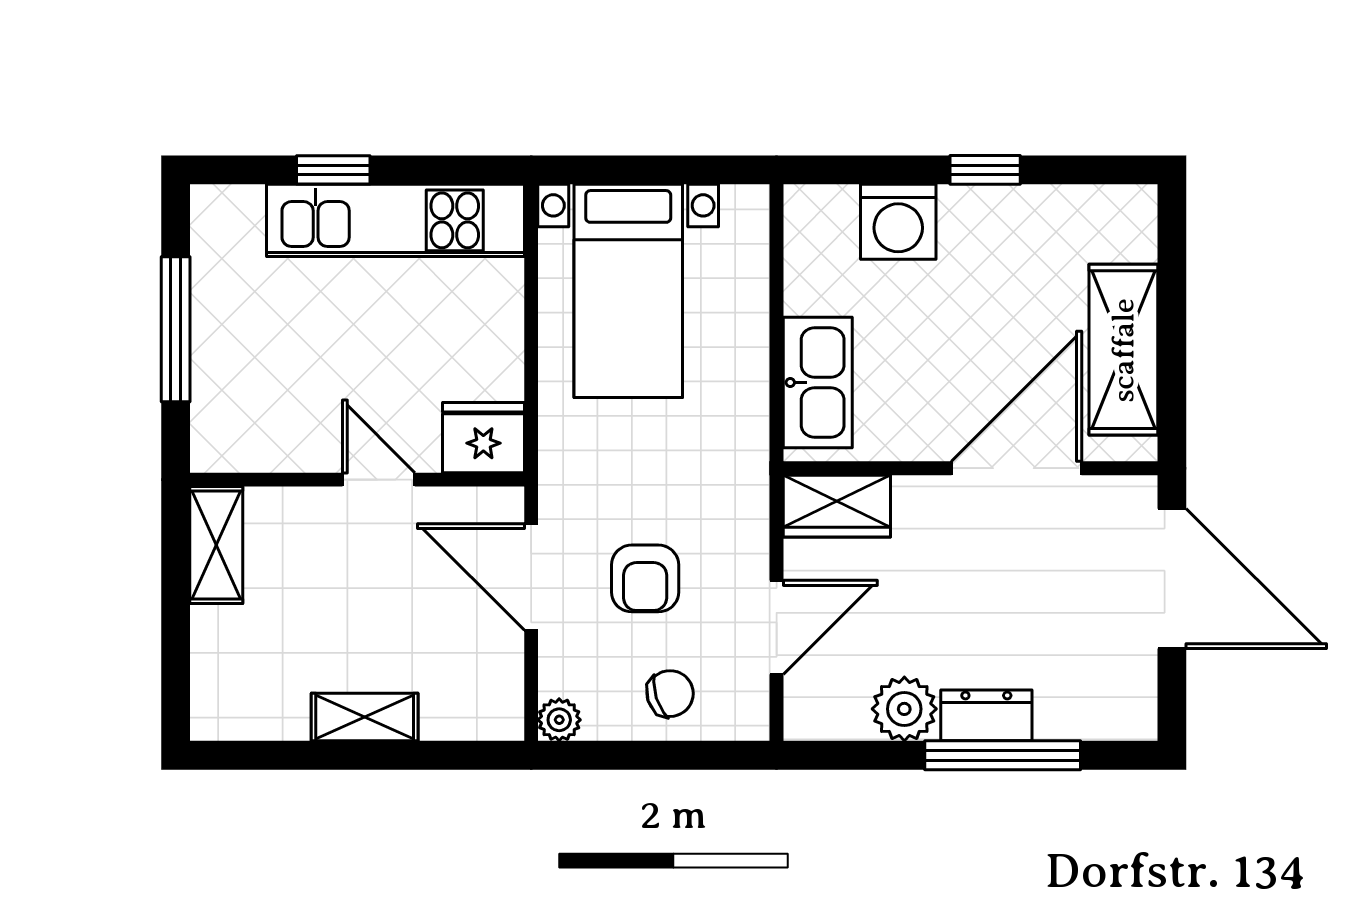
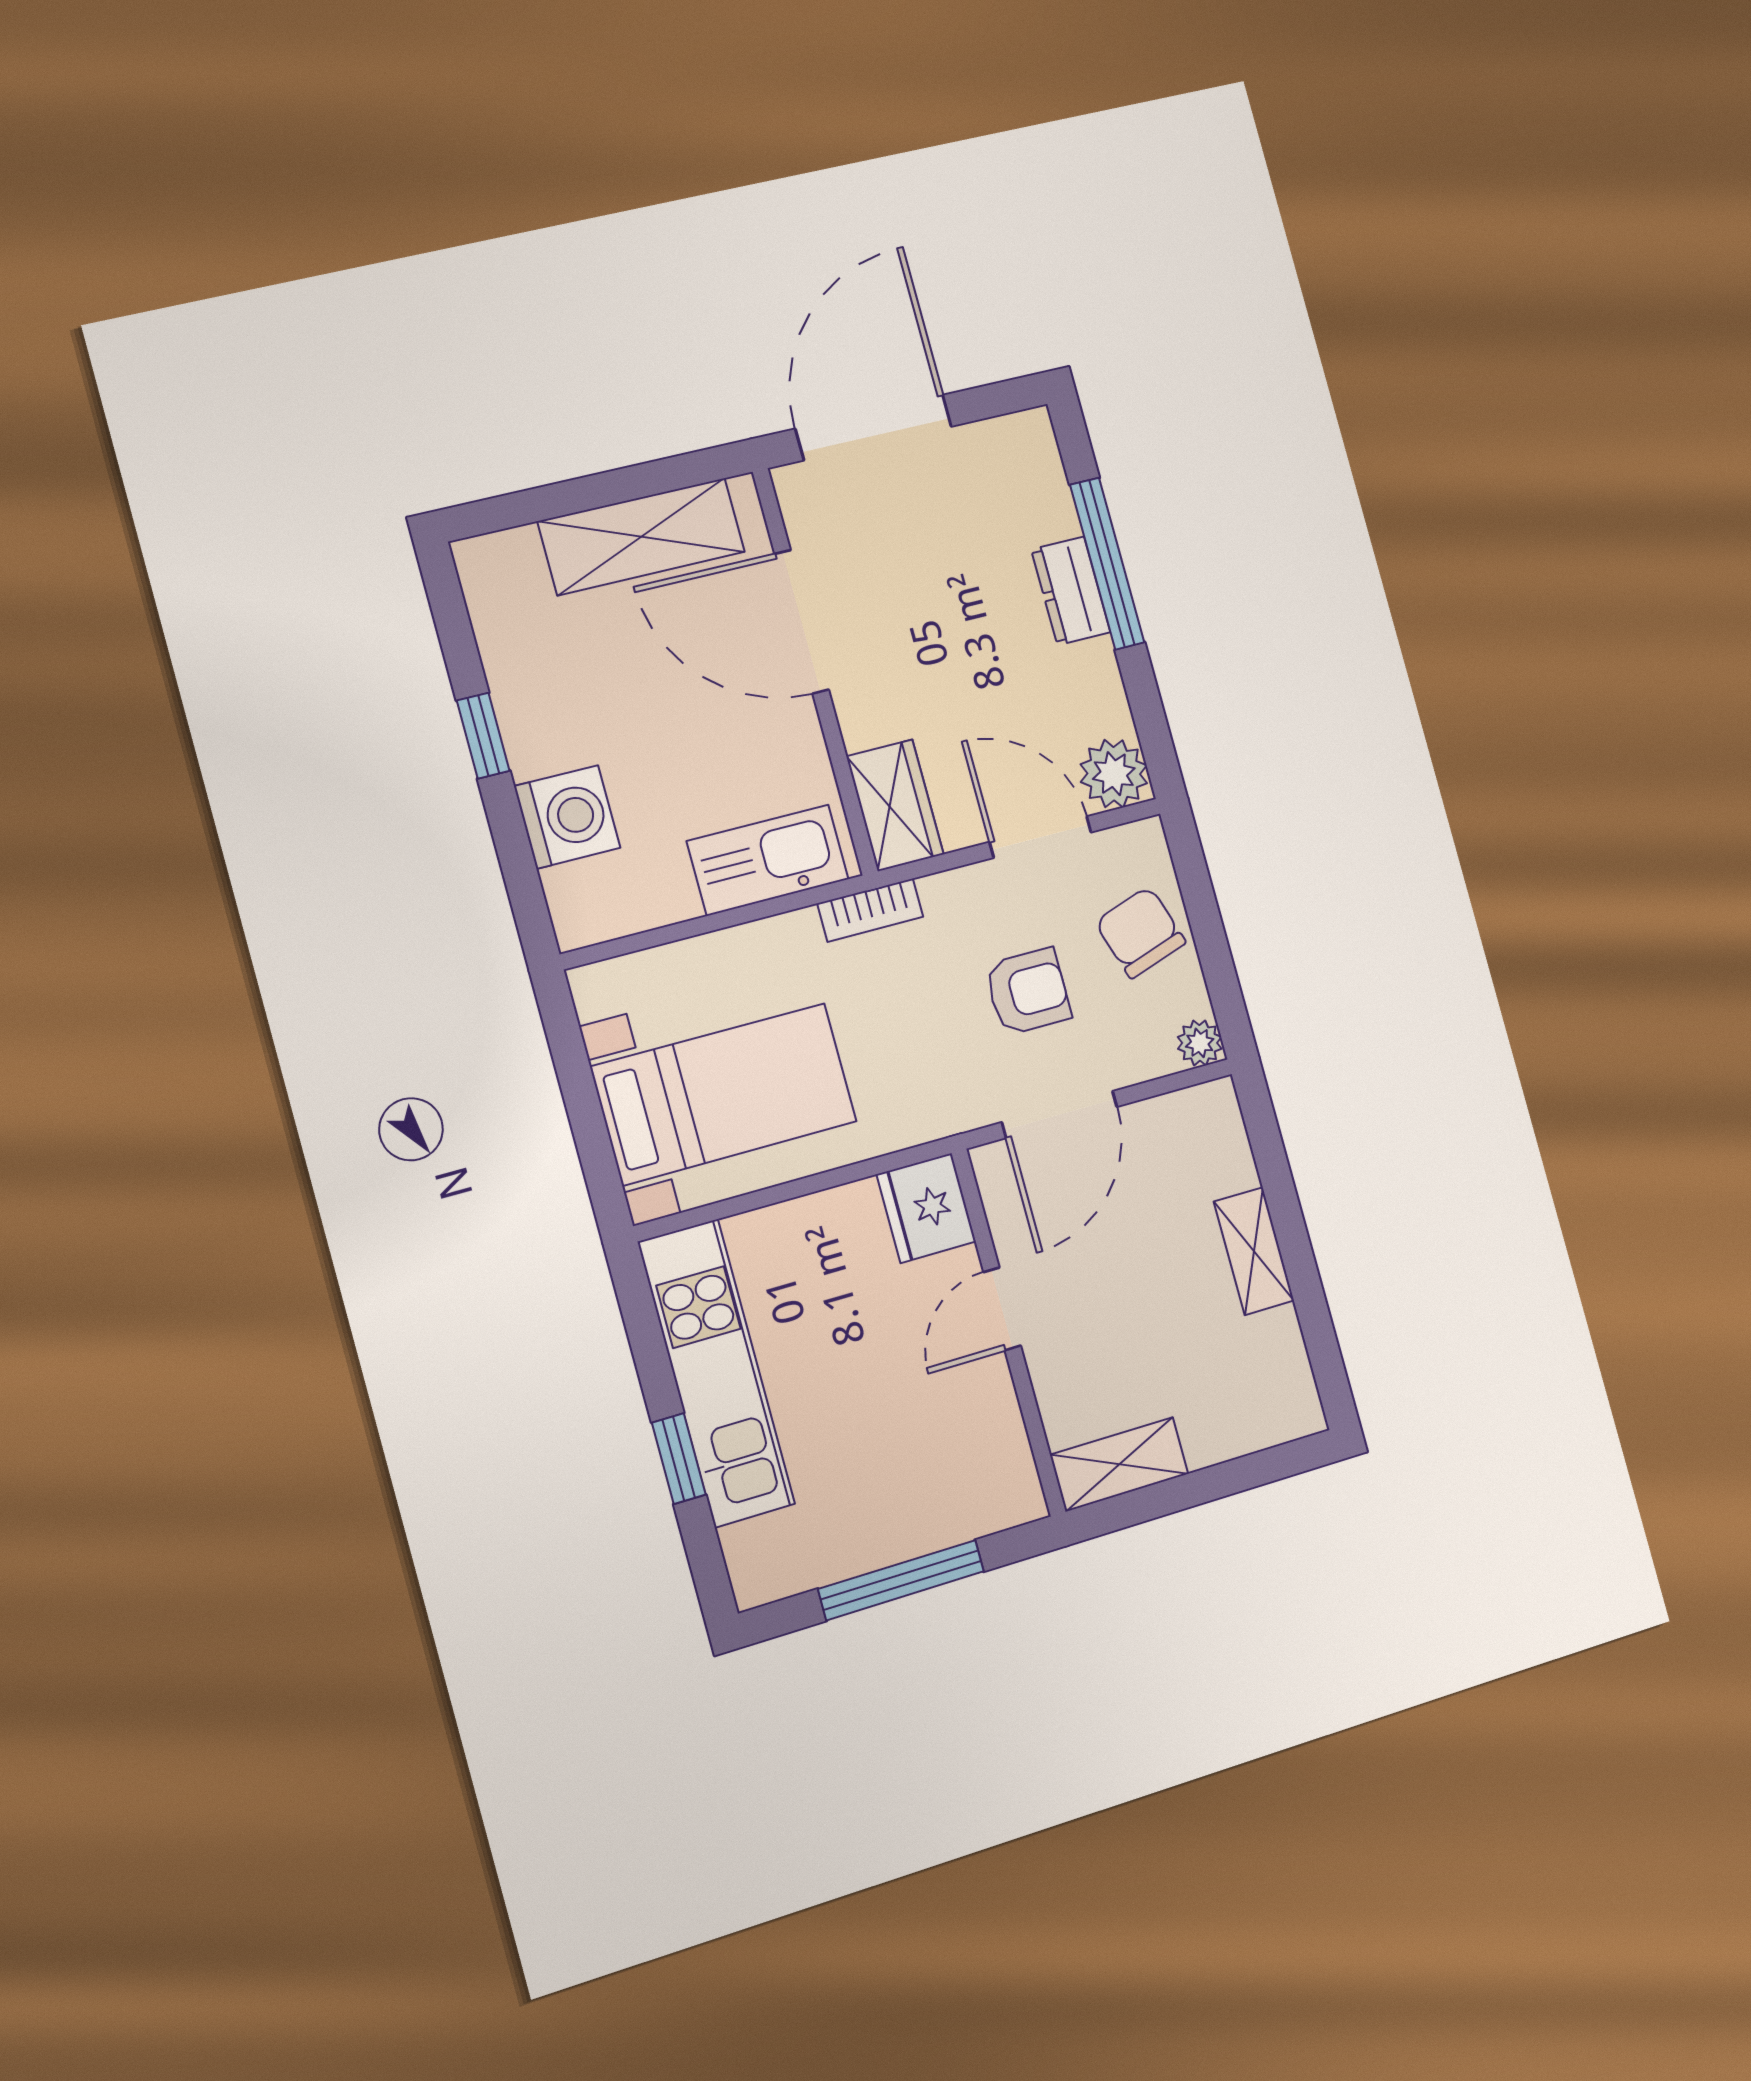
bookcase: (752, 460) -> (870, 910), added
chair: (670, 694) -> (1140, 932), width x1.37, depth x1.37
plant: (904, 709) -> (1114, 774), moved

